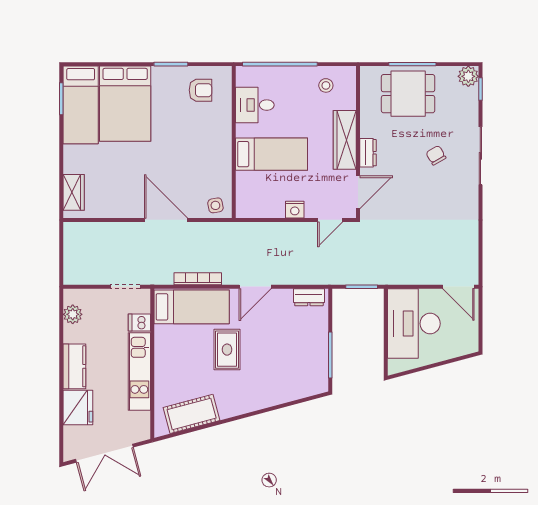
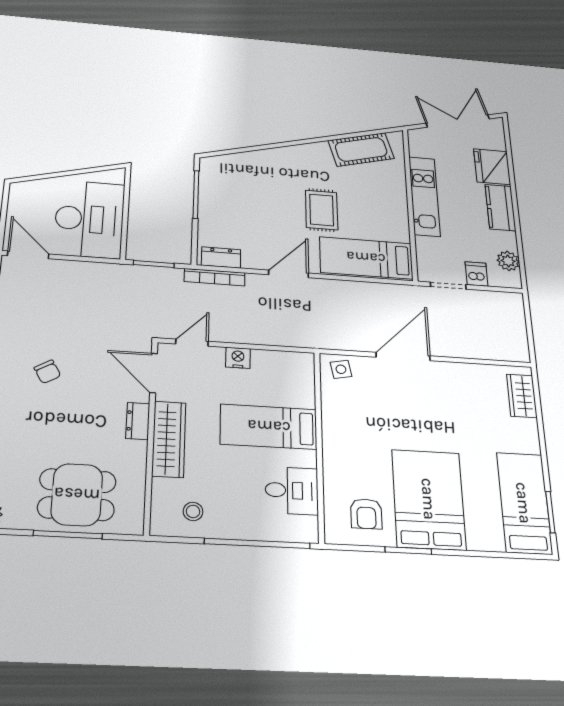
armchair: (200, 90) -> (366, 514), turned -90
bed: (125, 104) -> (429, 499), moved
chair: (436, 155) -> (47, 372), moved
door: (358, 192) -> (154, 373), hinge flipped
door: (166, 220) -> (403, 357), swing flipped
bookcase: (198, 279) -> (215, 277), moved
dishwasher: (139, 323) -> (476, 274), moved, turned -90

